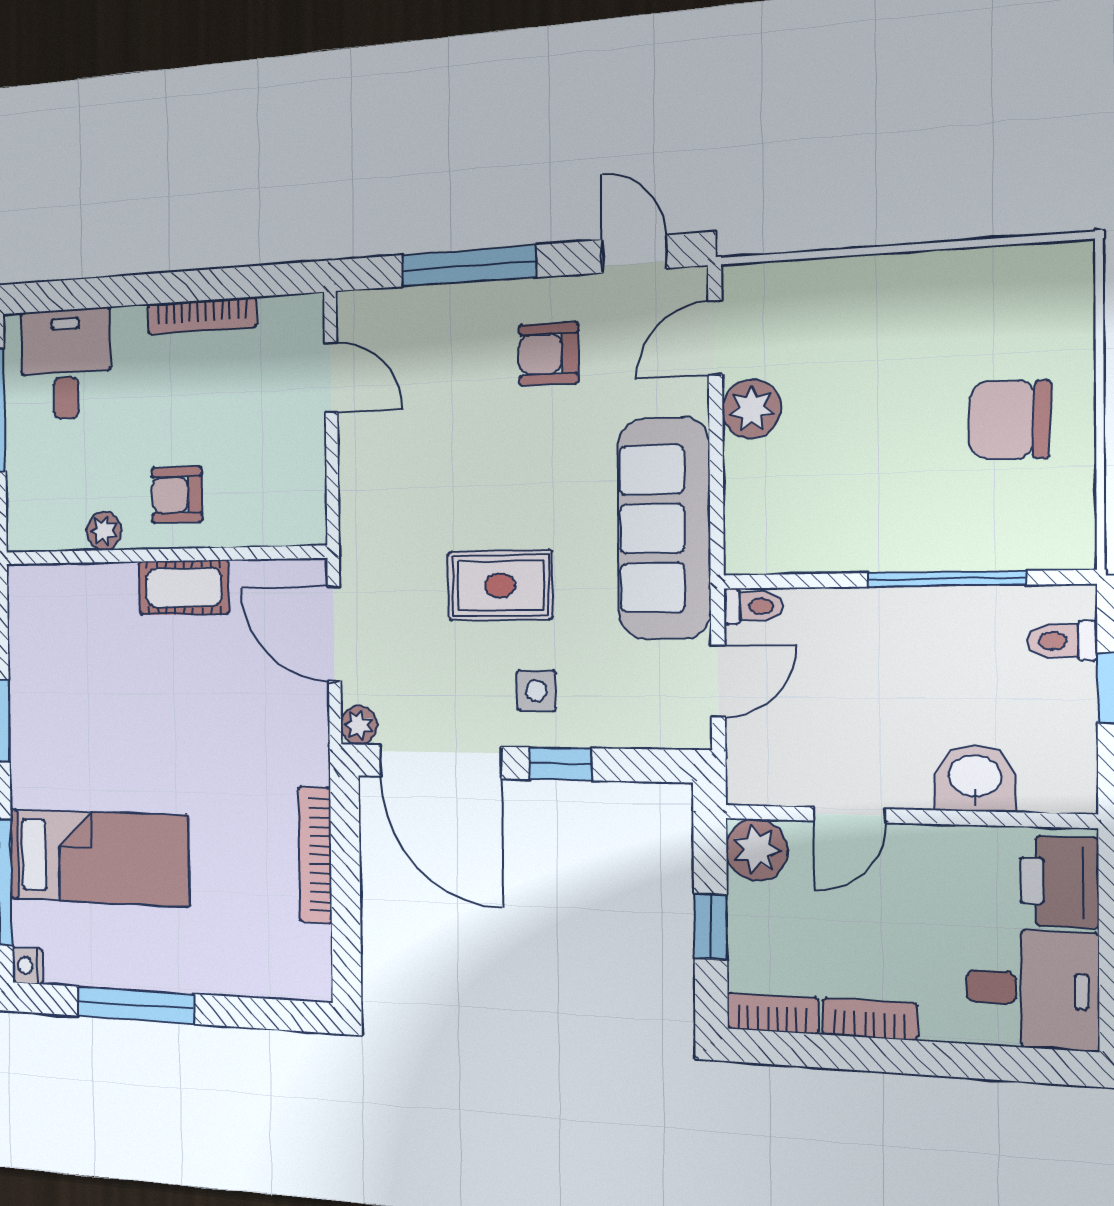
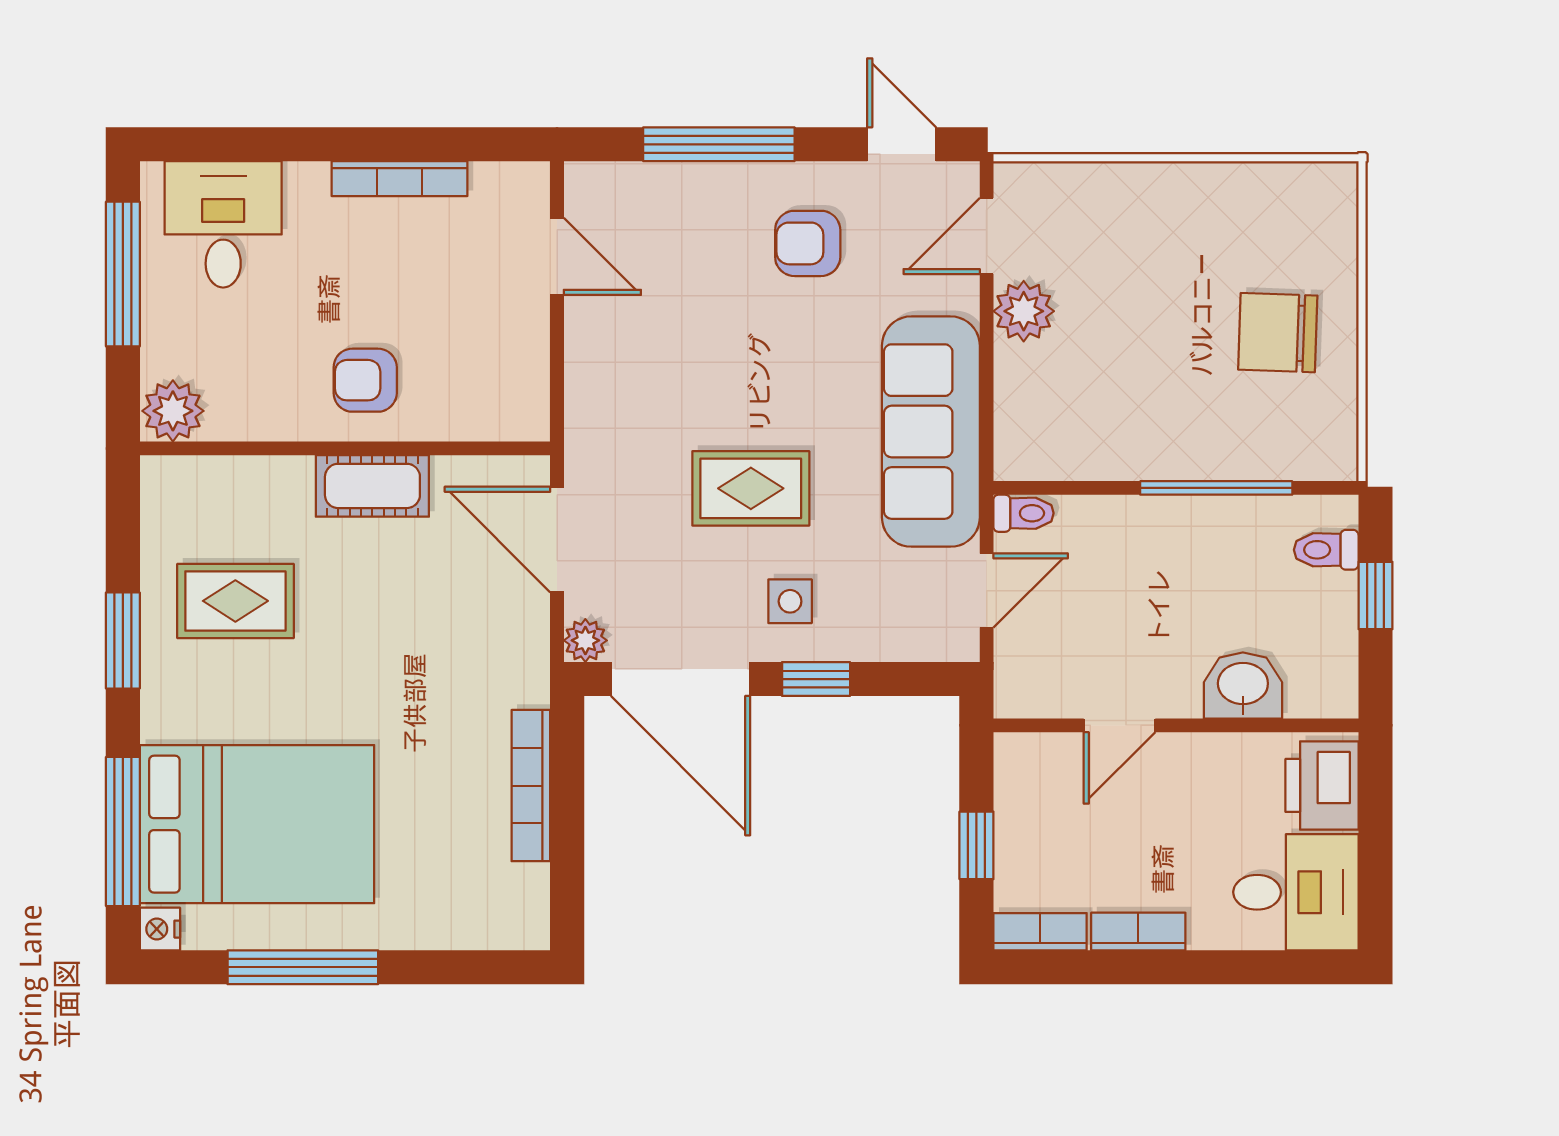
plant: (104, 531) -> (173, 411), moved, width x1.38, depth x1.38
rug: (80, 688) -> (235, 601), added
plant: (757, 850) -> (1025, 764), removed
bed: (98, 857) -> (257, 824), width x1.50

